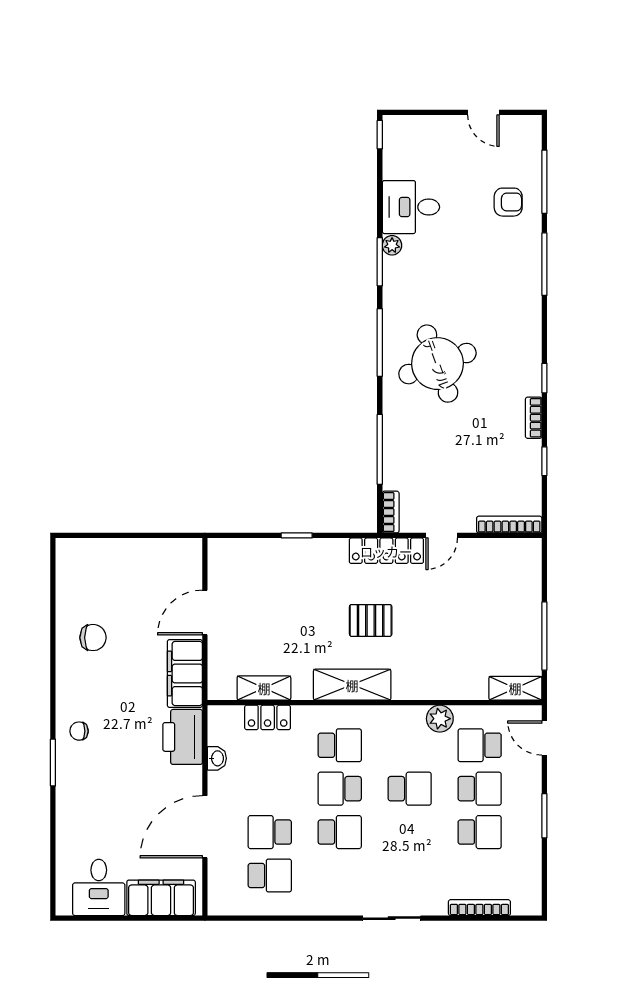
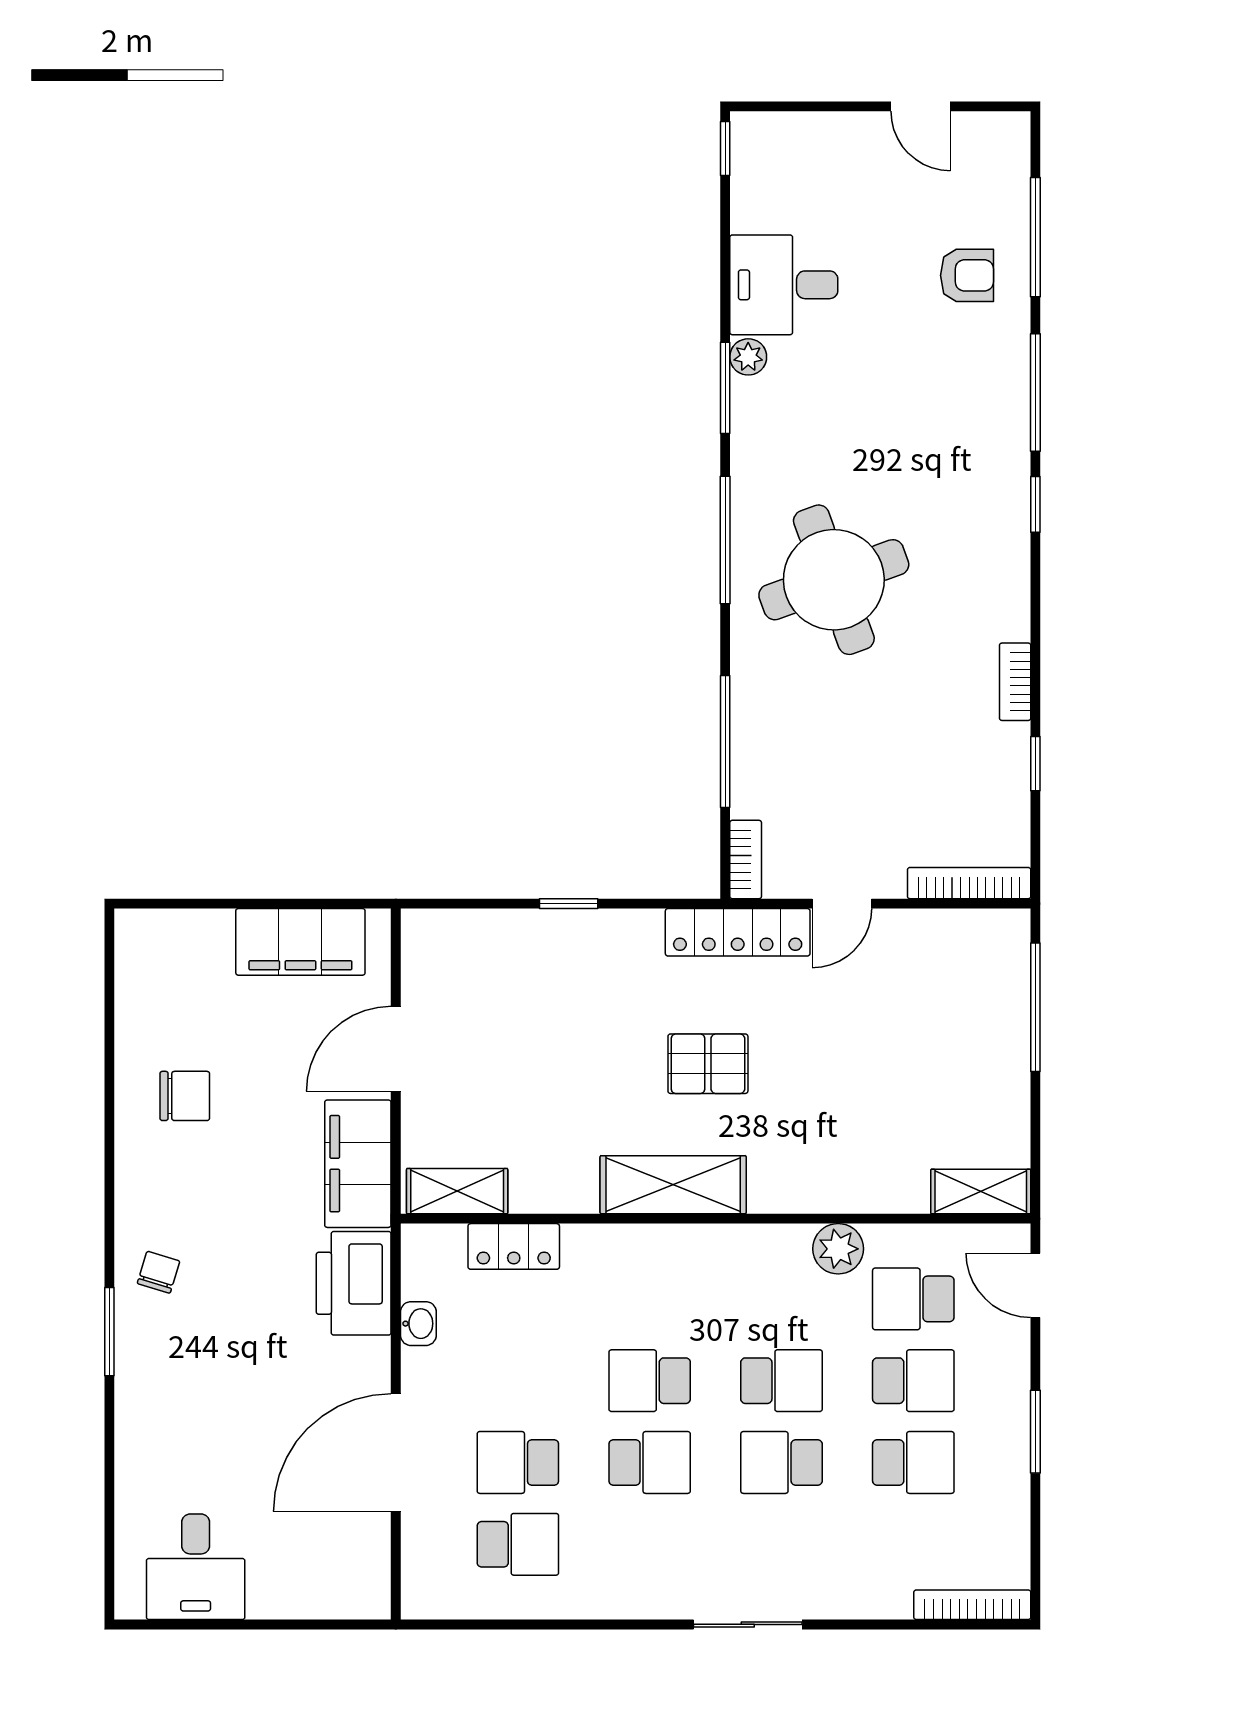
window: (544, 378) -> (1035, 504), moved
window: (544, 636) -> (1035, 1007), moved
shelving: (264, 688) -> (457, 1191), moved
chair: (79, 731) -> (159, 1272), turned 107
school desk: (340, 745) -> (781, 1462), moved, turned 180
filing cabinet: (161, 898) -> (300, 942), moved, turned 180
bookcase: (479, 908) -> (972, 1605), moved

